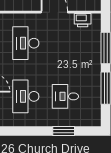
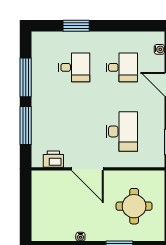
desk: (26, 96) -> (122, 67), width x0.73

